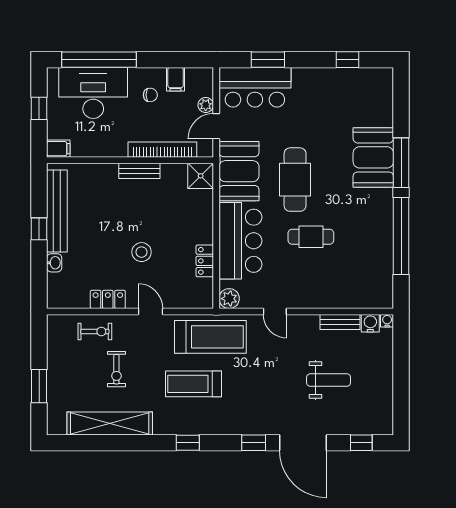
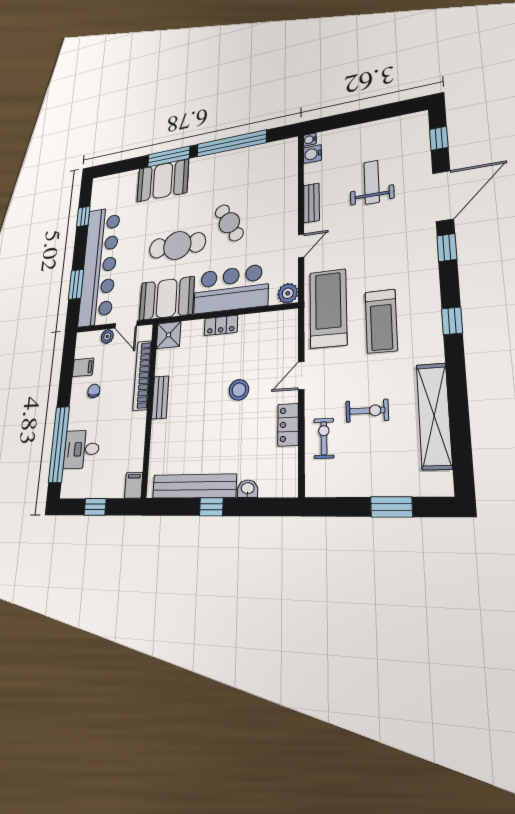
bar counter: (255, 87) -> (99, 265), width x1.86
desk: (93, 93) -> (82, 449), width x0.53, depth x0.77
cafe table: (311, 237) -> (229, 223), turned -30
locker: (205, 261) -> (221, 325), moved
bench: (340, 322) -> (311, 203), moved

